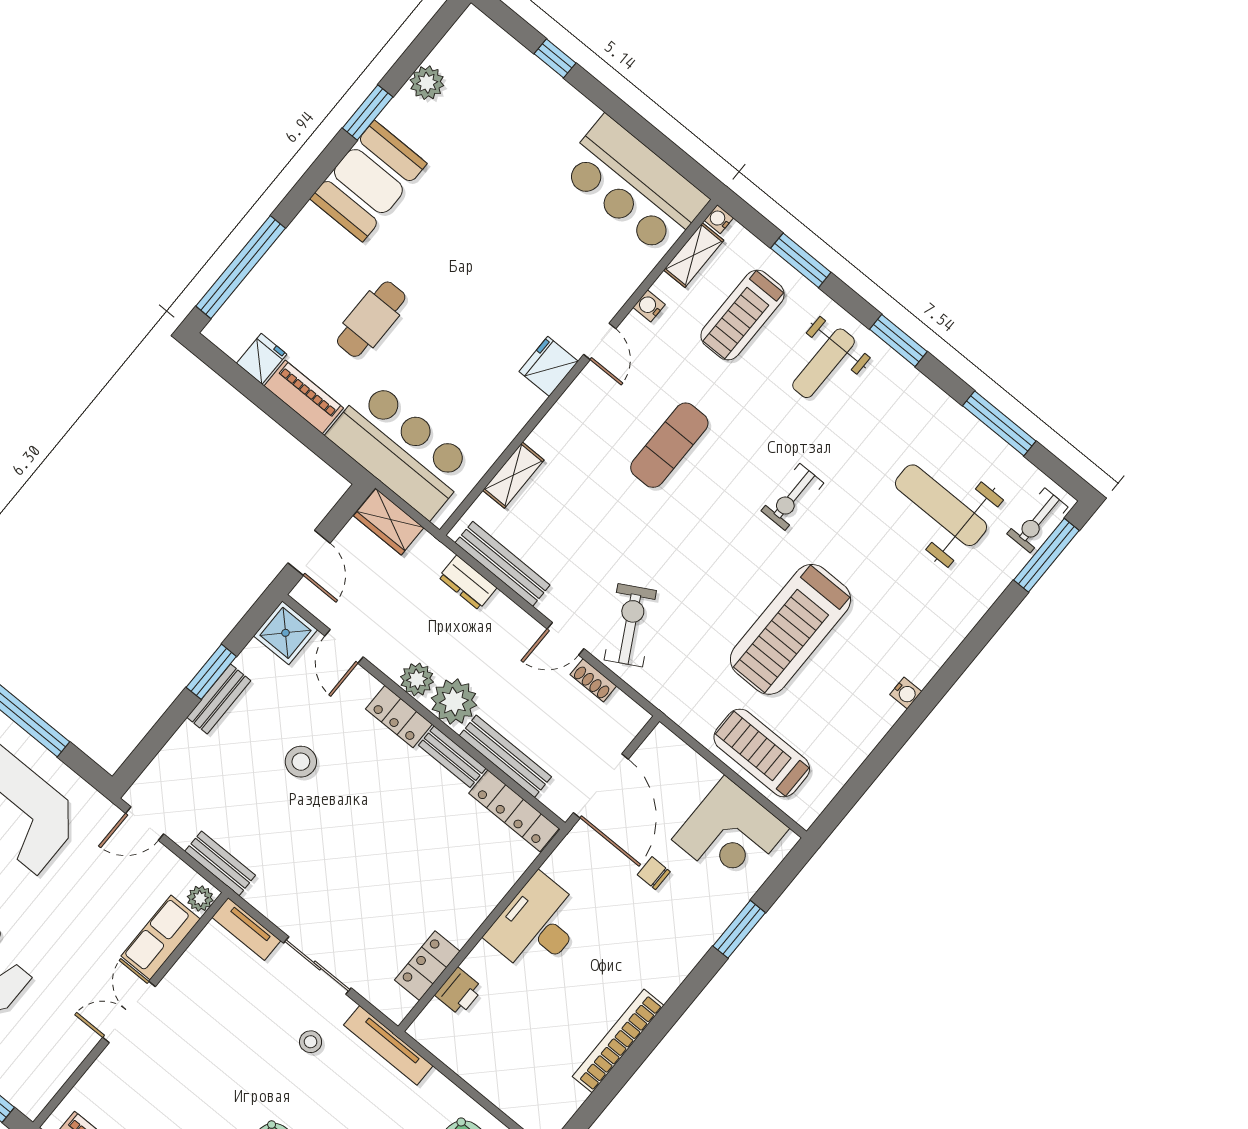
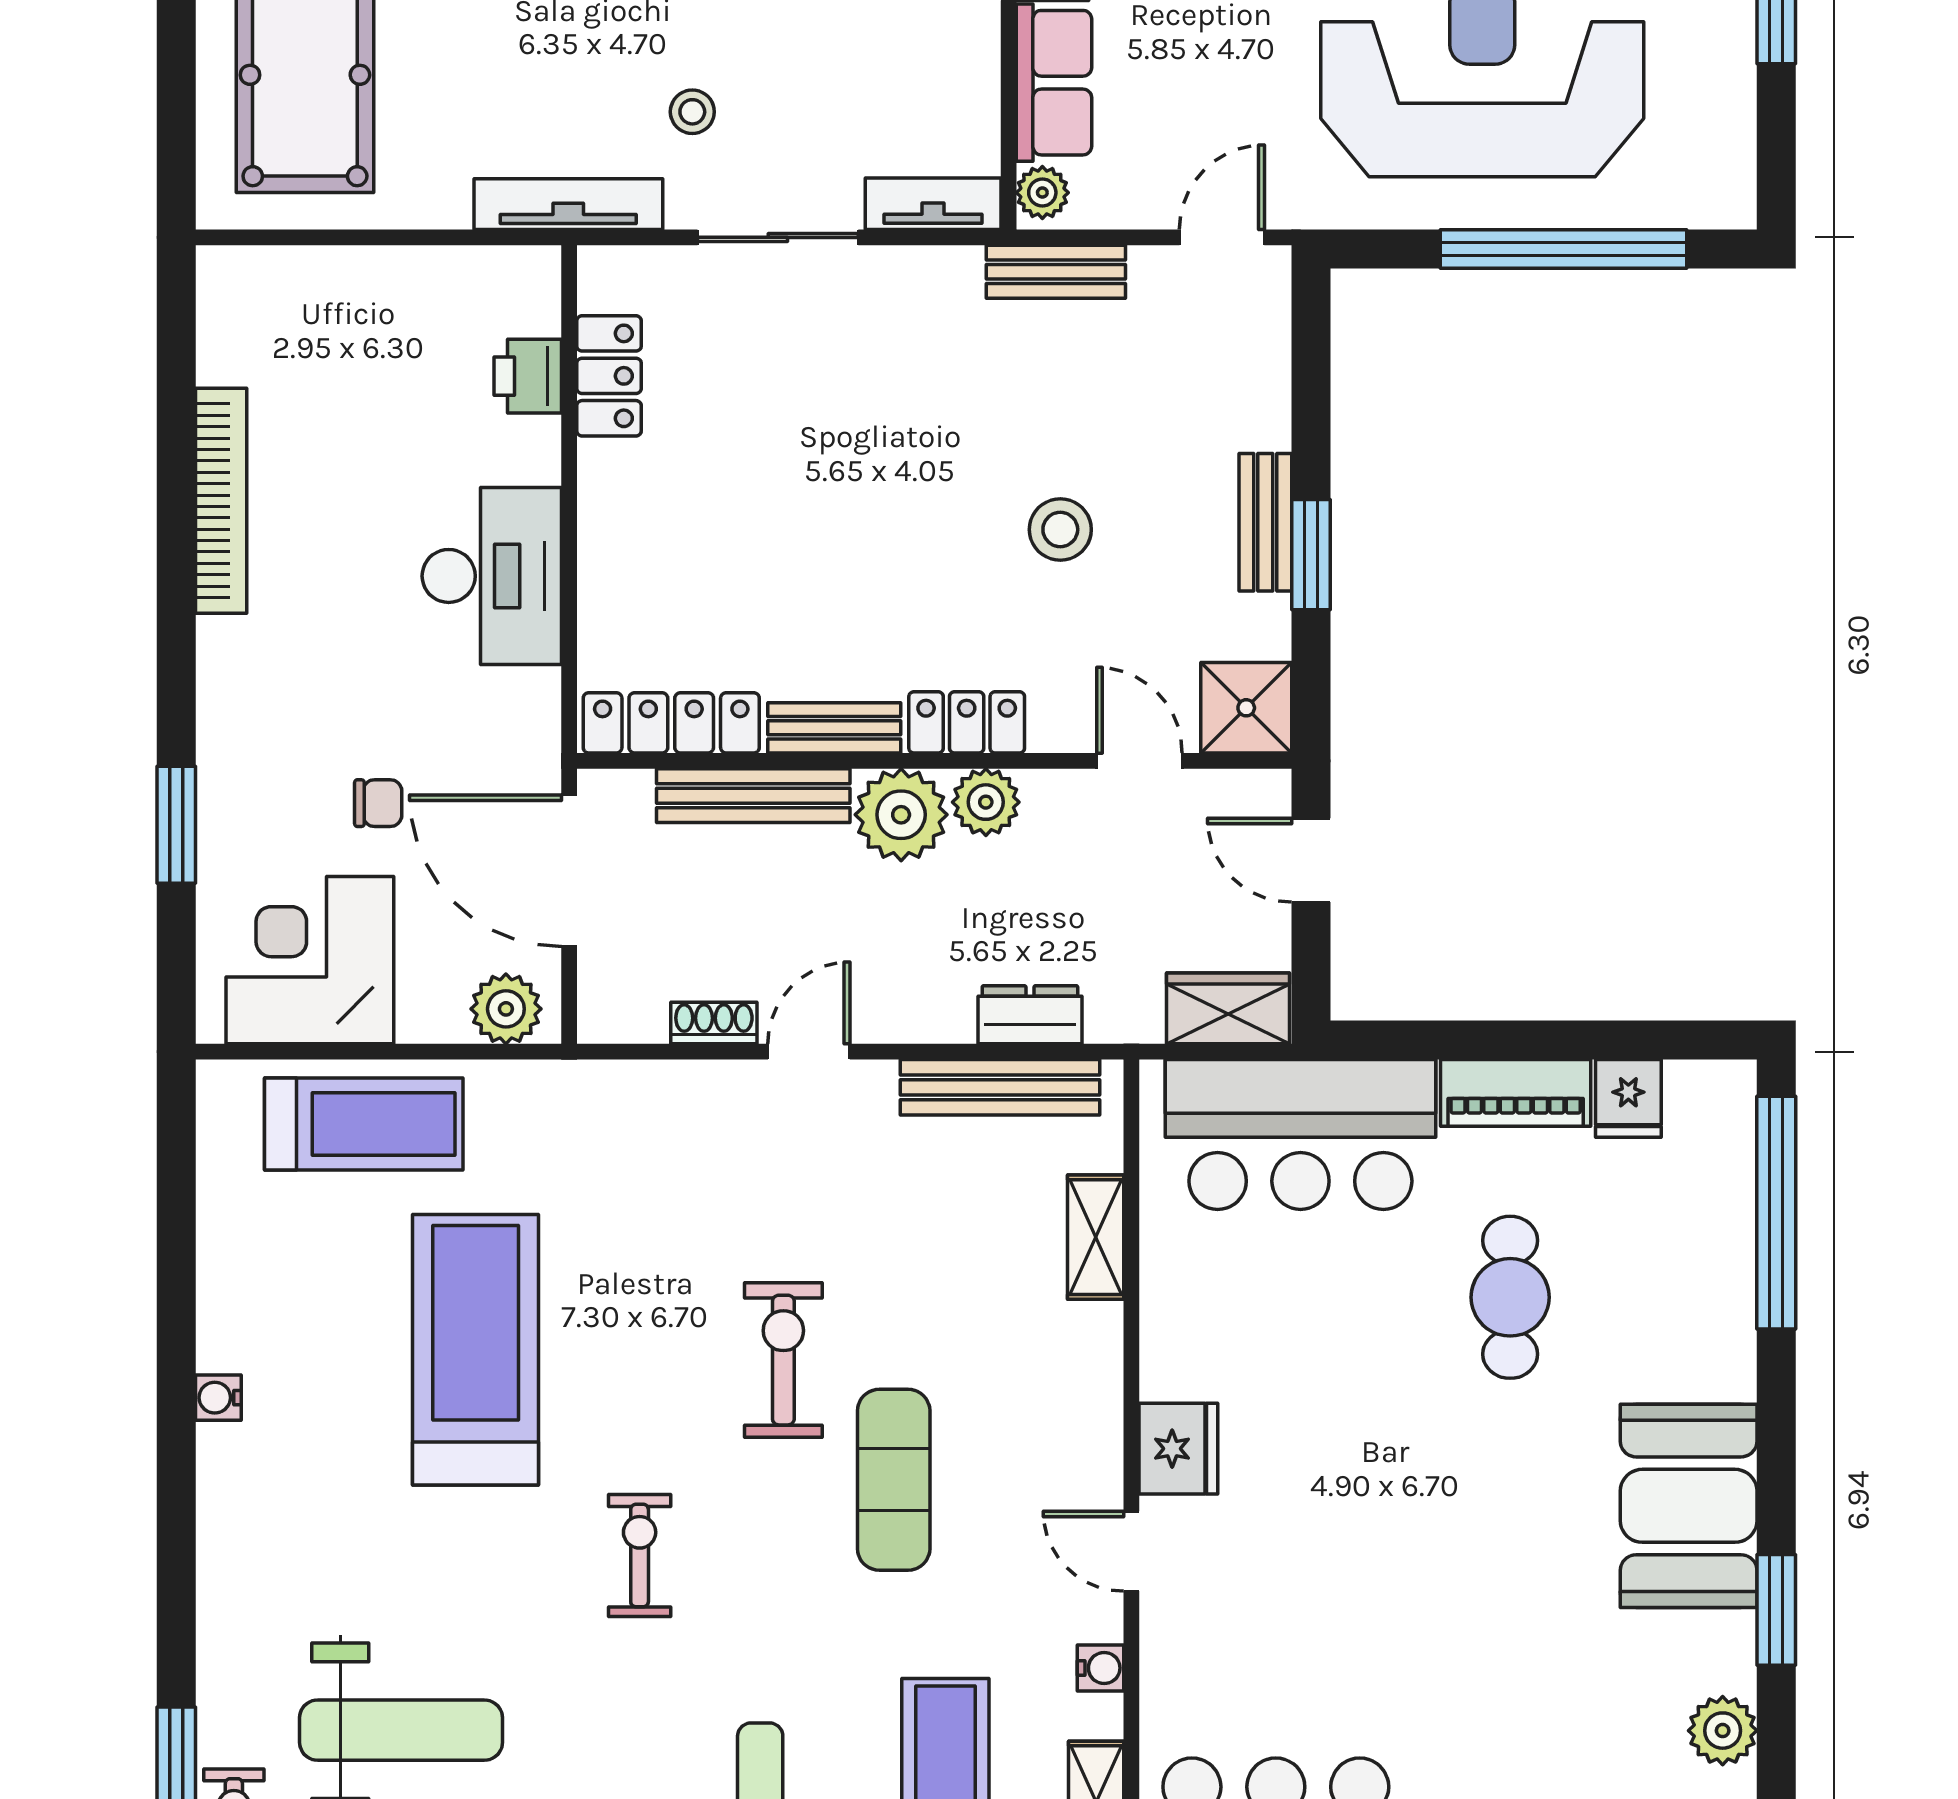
exercise bike: (630, 625) -> (783, 1360), moved, turned -151
plant: (670, 752) -> (506, 1009), added

